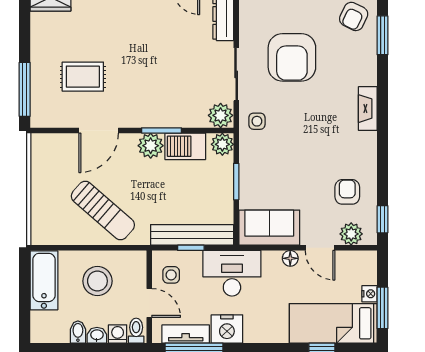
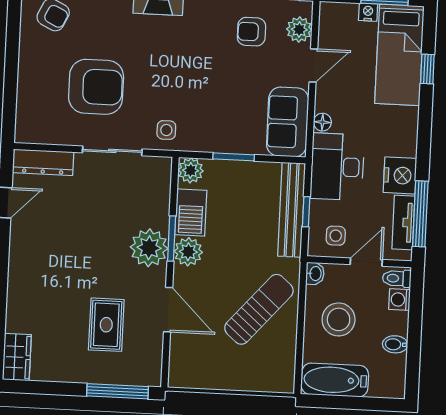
plant: (221, 115) -> (149, 248), moved, width x1.36, depth x1.36
floor lamp: (290, 258) -> (322, 122), moved
washbasin: (97, 335) -> (315, 274), moved, turned 180

